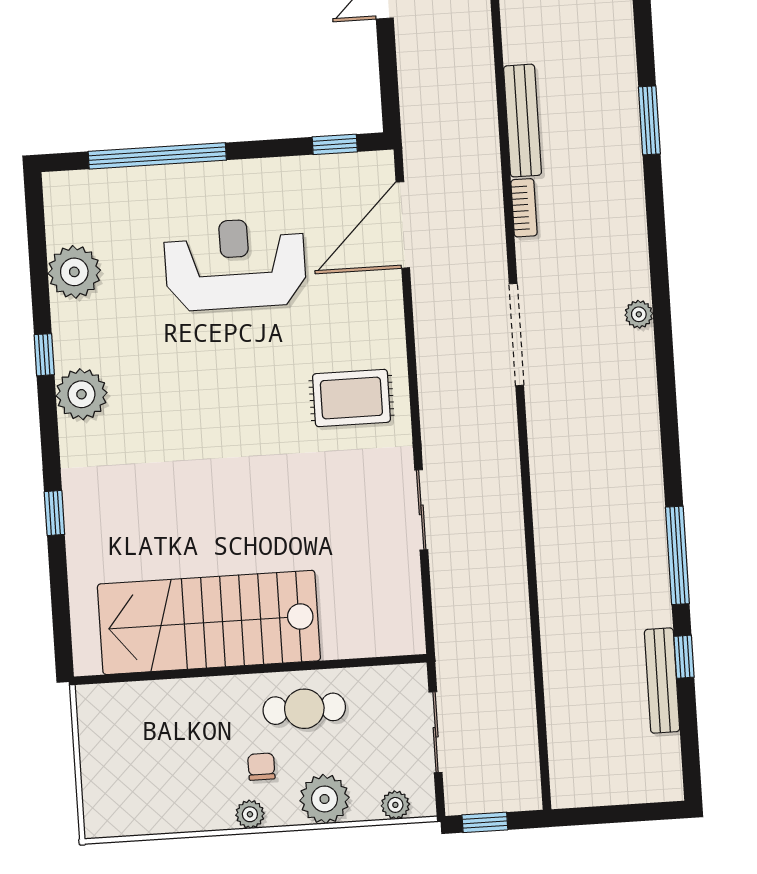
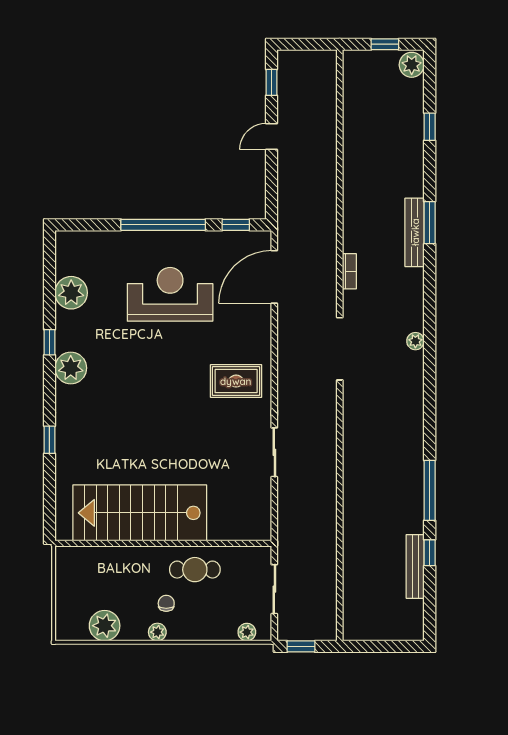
bench: (522, 121) -> (415, 232), moved
window: (157, 156) -> (163, 225), moved
plant: (324, 799) -> (105, 626), moved

